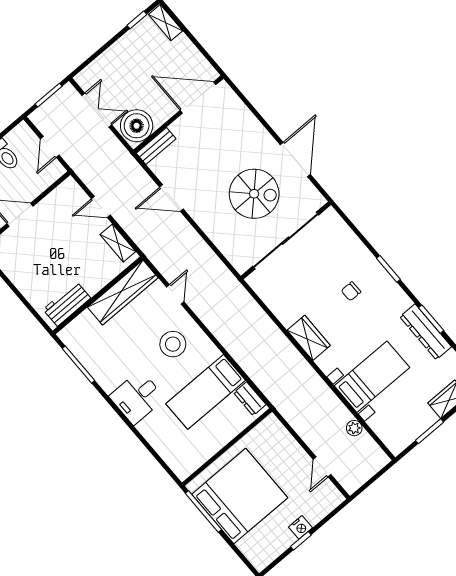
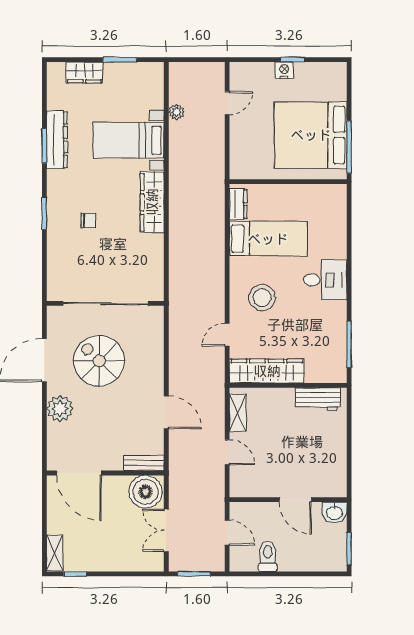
plant: (253, 133) -> (60, 409), added
door: (50, 147) -> (227, 533), hinge flipped
wardrobe: (309, 338) -> (152, 202), width x1.50

